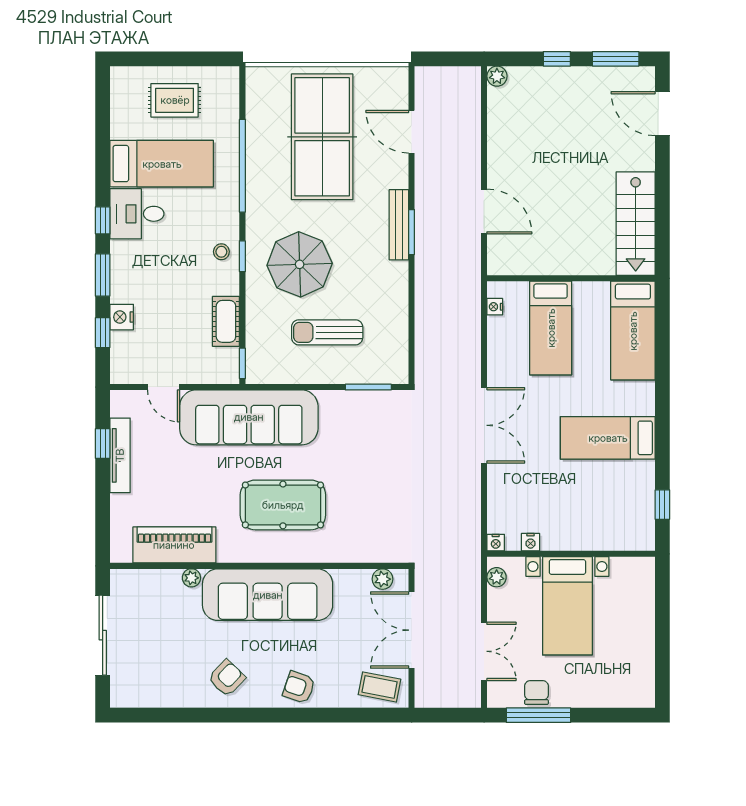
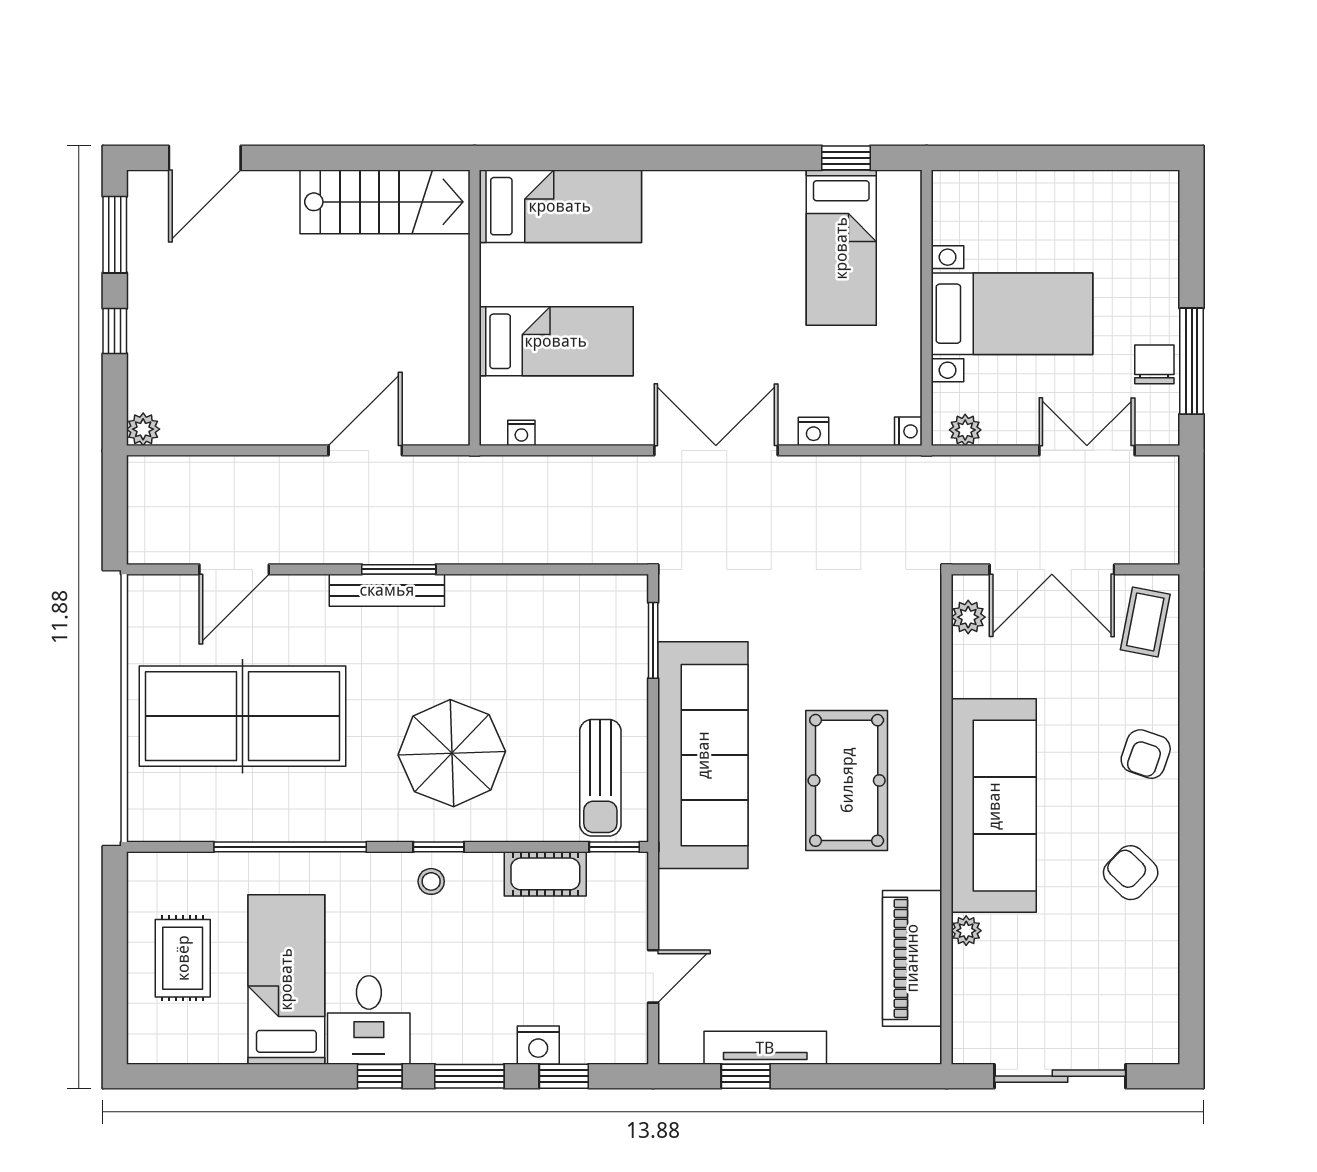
sun lounger: (327, 332) -> (600, 778), moved
sofa: (249, 417) -> (703, 755), moved
bed: (608, 438) -> (841, 248), moved
nightstand: (531, 542) -> (813, 431), moved, turned 90
chair: (536, 693) -> (1154, 364), turned 90

